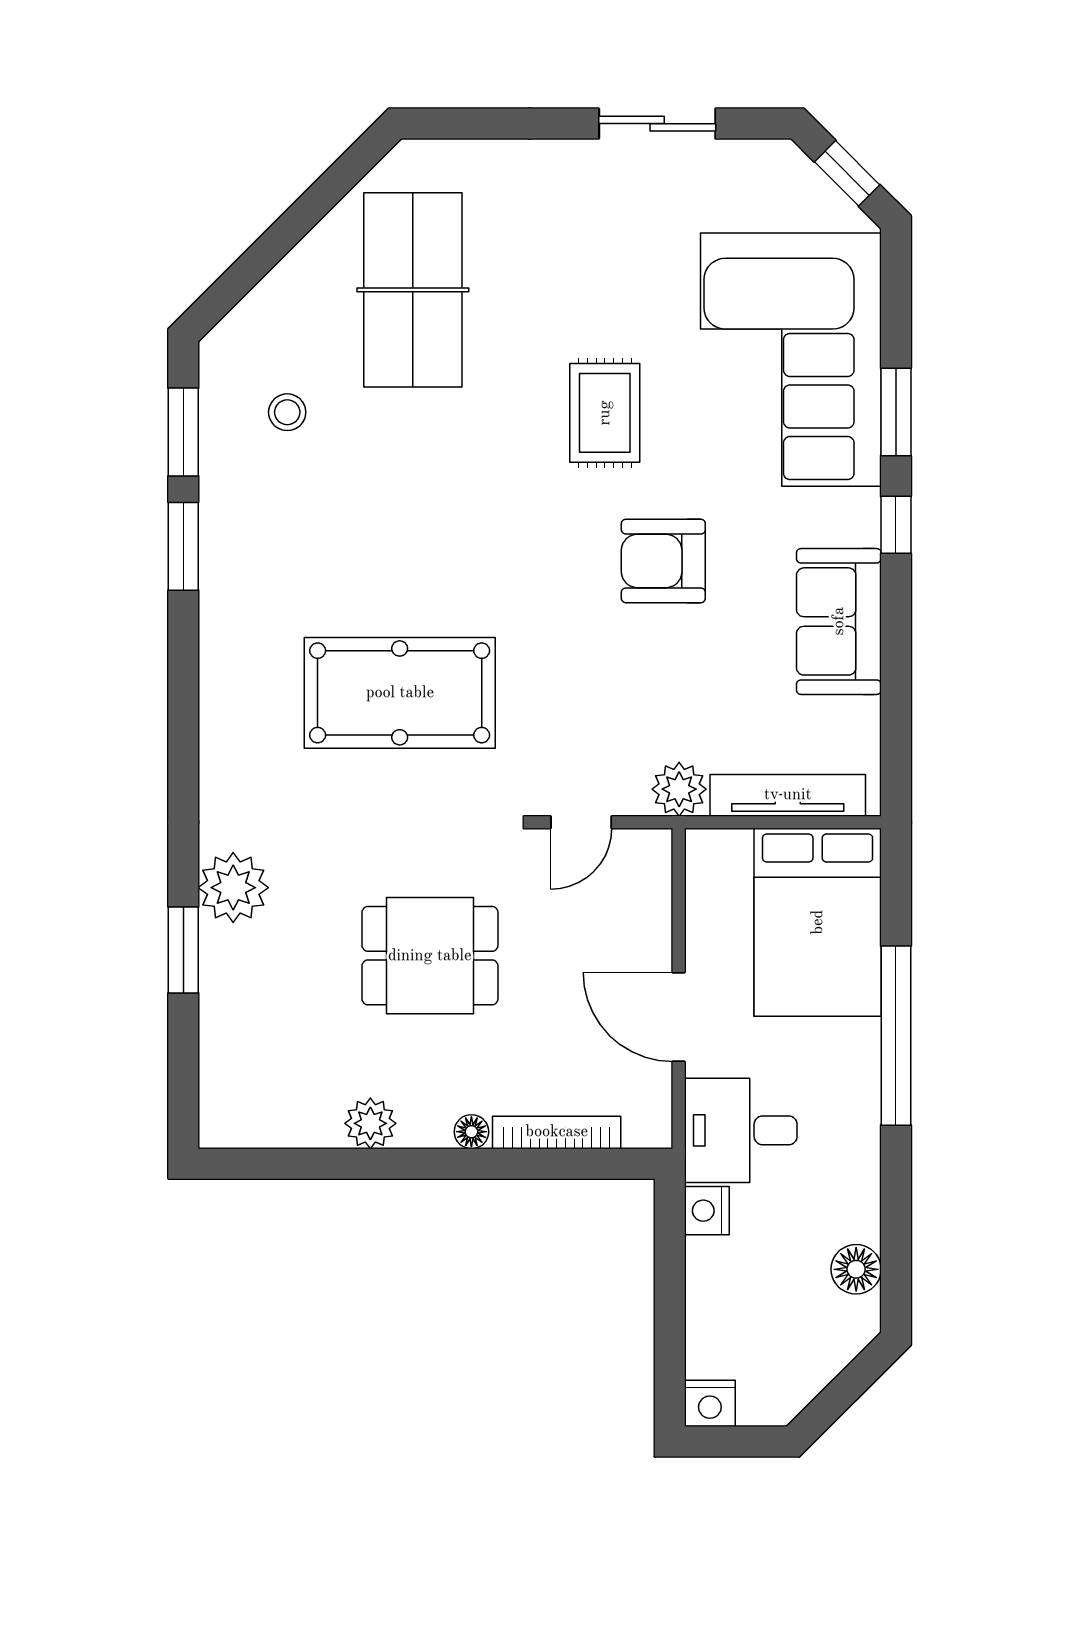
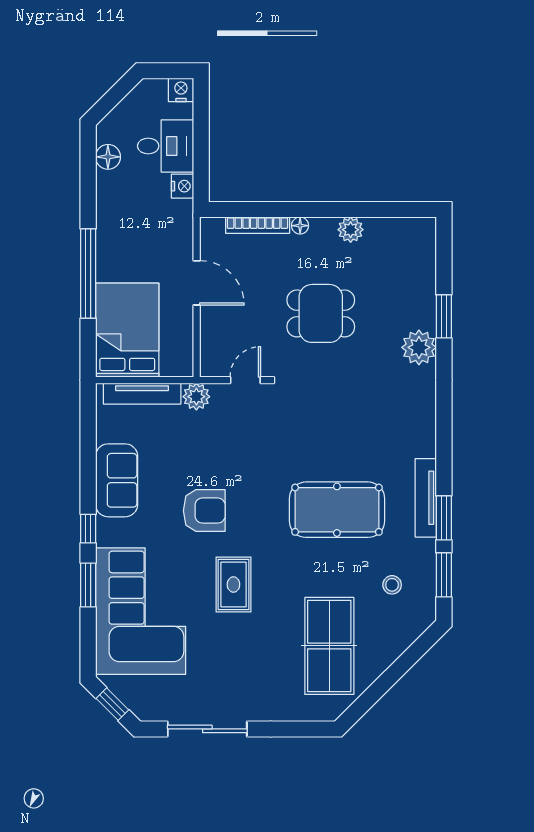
sliding door: (657, 124) -> (207, 729), width x1.37
tv unit: (220, 586) -> (426, 498), added
pool table: (400, 693) -> (337, 510), moved
desk: (741, 1130) -> (166, 146), moved

